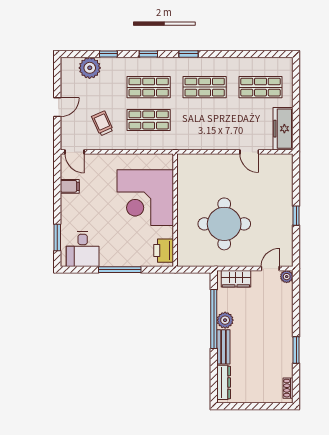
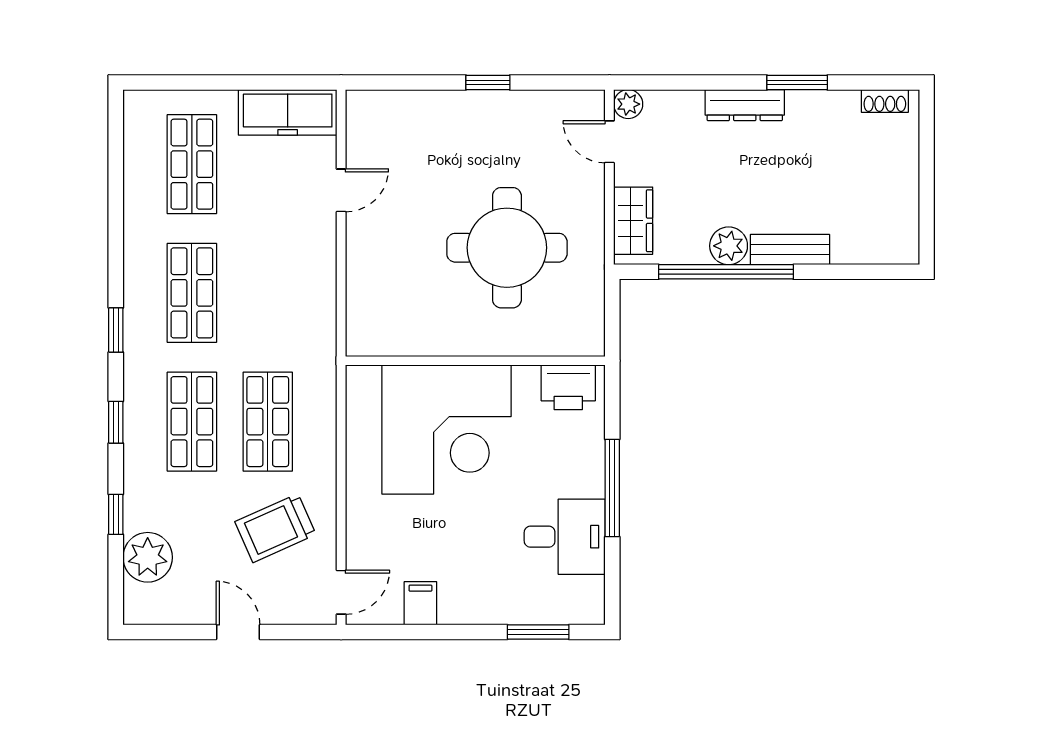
trolley: (102, 123) -> (275, 528), width x1.36, depth x1.39
desk: (83, 249) -> (565, 537), moved
dresser: (224, 382) -> (745, 105), moved, turned 180

